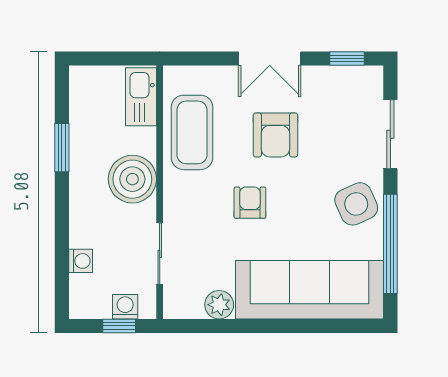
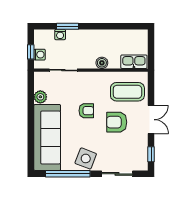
double door: (270, 58) -> (151, 120), swing flipped
coffee table: (192, 132) -> (127, 92), moved
window: (62, 148) -> (68, 26), moved
boiler: (132, 179) -> (102, 63), width x0.54, depth x0.54
side table: (356, 204) -> (86, 158), turned 45

